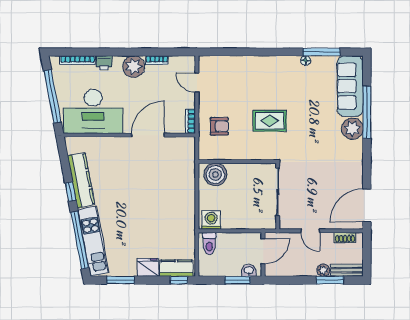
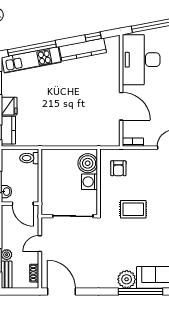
rug: (270, 121) -> (133, 209), turned 90
armchair: (219, 126) -> (118, 168), moved
window: (70, 192) -> (93, 37), moved
washing machine: (211, 220) -> (89, 182), moved, turned 180

